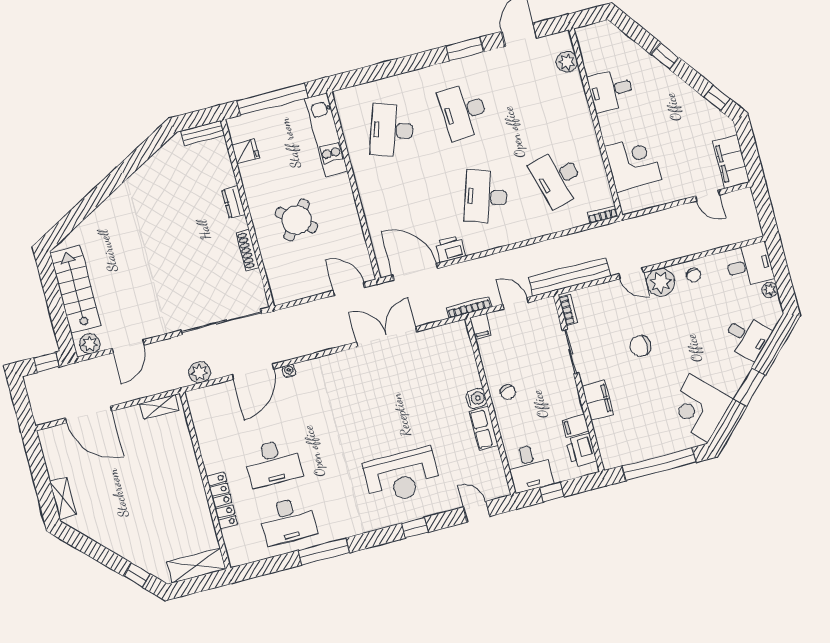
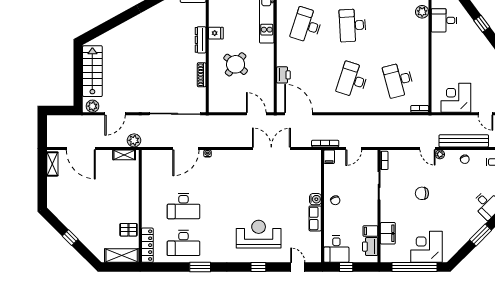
desk: (611, 90) -> (444, 20), moved
fridge: (246, 151) -> (216, 33), moved
corner desk: (633, 163) -> (456, 98), moved, turned -90
dresser: (233, 202) -> (201, 40), width x1.44
printer: (450, 249) -> (283, 75), moved, turned 90
bench: (570, 277) -> (464, 141), moved
plant: (661, 282) -> (440, 154), width x0.53, depth x0.53
door: (515, 303) -> (354, 148), swing flipped
window: (46, 362) -> (63, 111), removed
plant: (200, 372) -> (134, 140), moved
filing cabinet: (598, 400) -> (388, 233), moved
corner desk: (699, 408) -> (426, 247), moved, turned 45
reception desk: (402, 476) -> (259, 234), turned 180
shelving: (63, 498) -> (52, 164), moved
locker: (222, 501) -> (147, 245), moved
pallet: (196, 522) -> (129, 230), added
window: (324, 552) -> (200, 267), width x0.69
window: (137, 575) -> (70, 238), moved

